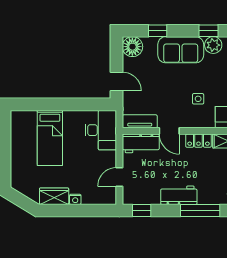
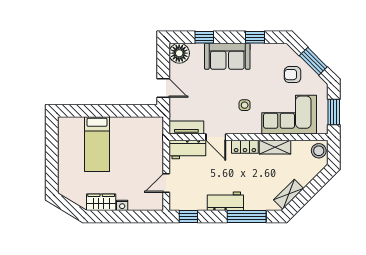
plant: (213, 45) -> (260, 52), removed
desk: (101, 130) -> (148, 136), removed

